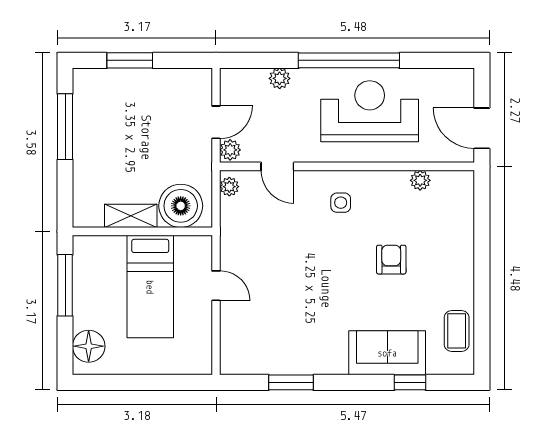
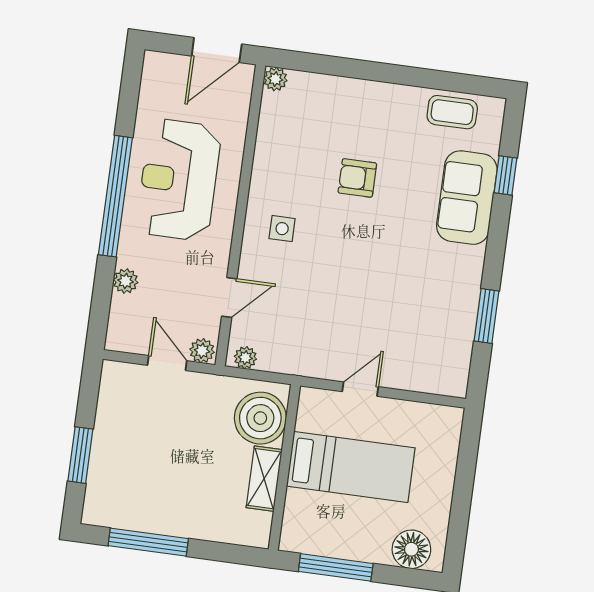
plant: (420, 180) -> (275, 79), moved

